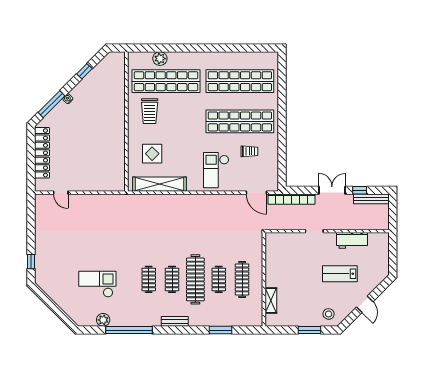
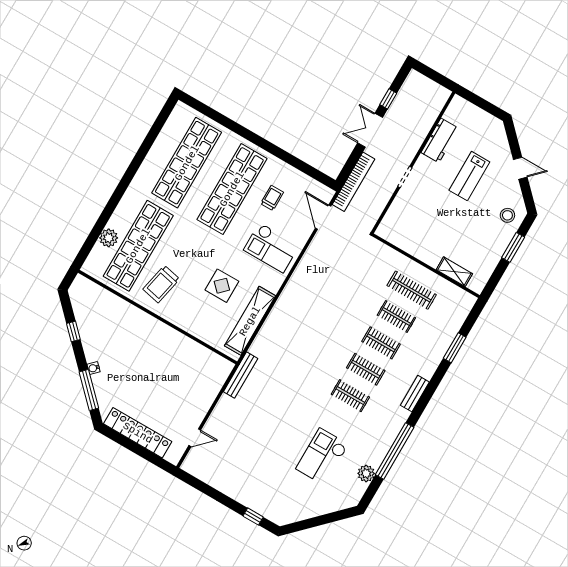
trolley: (150, 111) -> (161, 284), turned 102
display table: (152, 154) -> (222, 286), moved
door: (256, 193) -> (323, 217), swing flipped
bench: (371, 199) -> (241, 375), moved
clothes rail: (195, 279) -> (381, 343), width x0.54, depth x0.76

